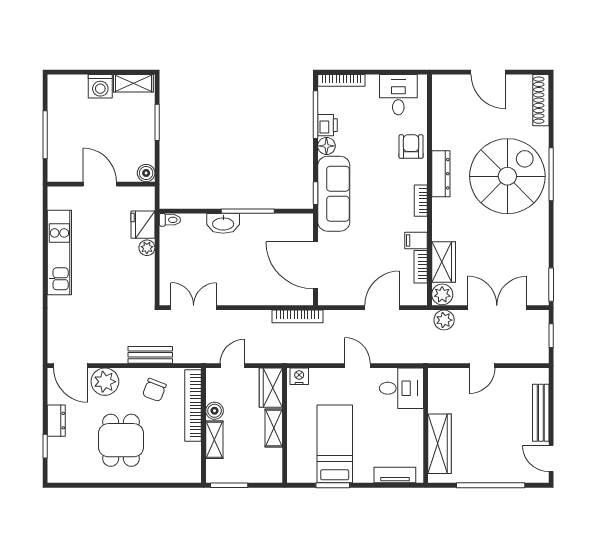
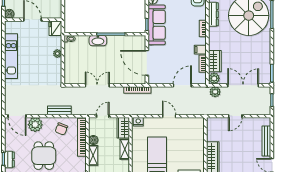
boiler: (146, 173) -> (9, 14), moved
fridge: (143, 225) -> (55, 28), moved
double door: (194, 308) -> (97, 85), moved
desk: (401, 388) -> (192, 128), removed
dresser: (56, 421) -> (9, 160), moved

